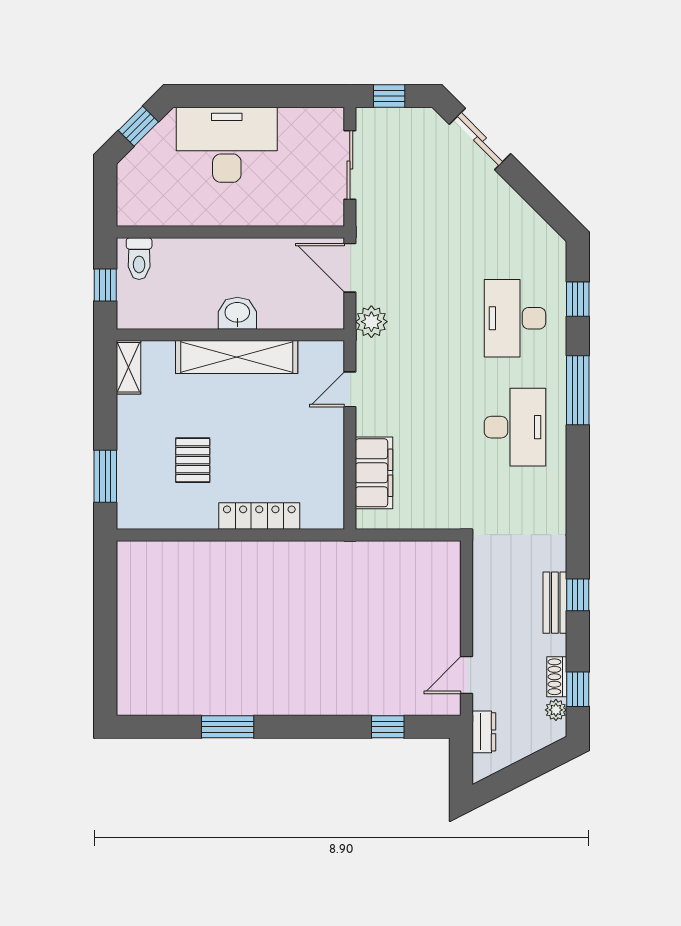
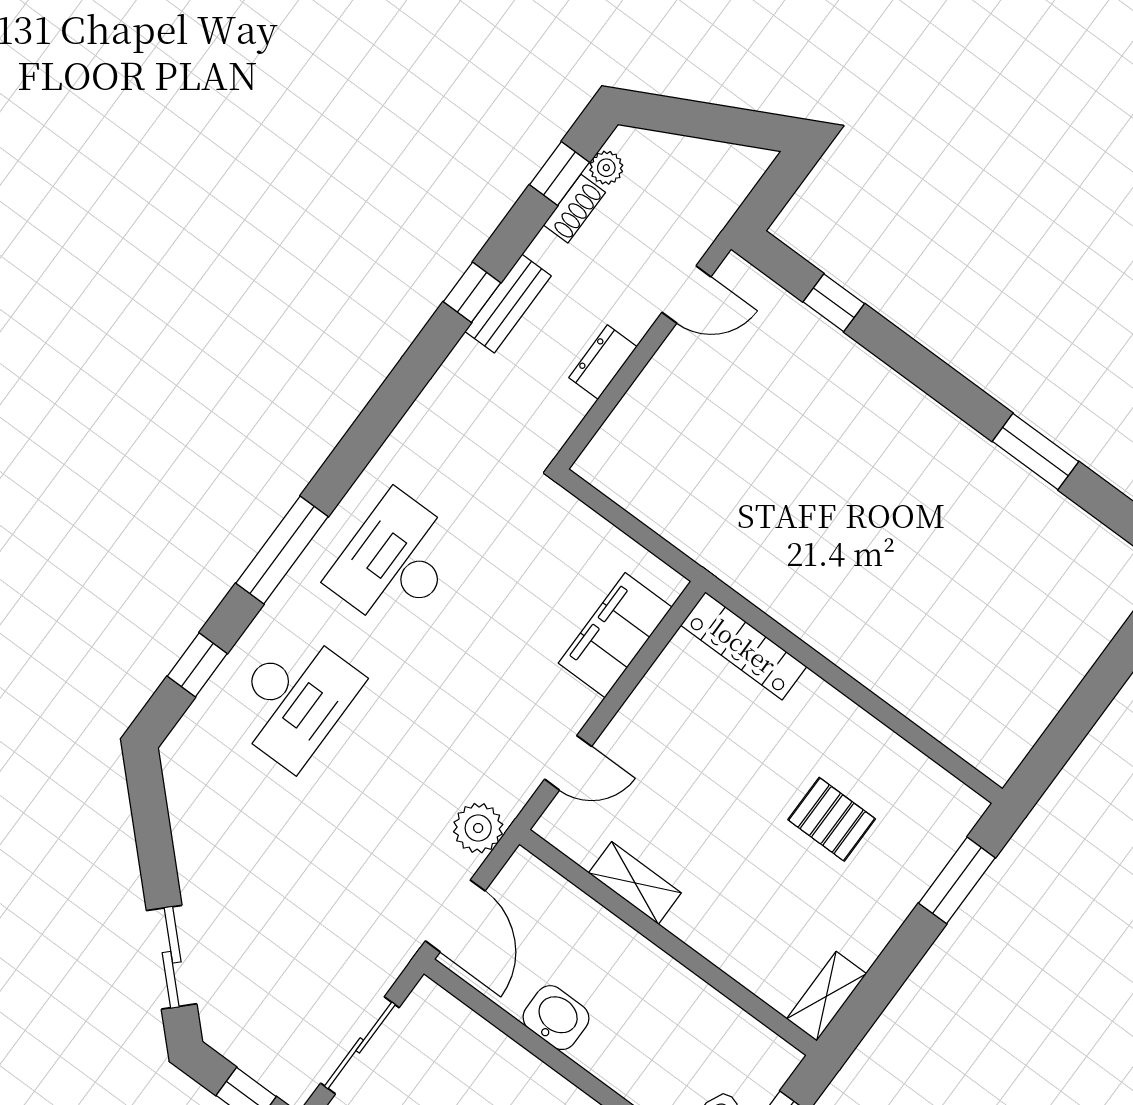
washbasin: (237, 313) -> (556, 1018), moved, turned 180
shelving: (237, 357) -> (635, 883), width x0.45, depth x0.75
pallet: (193, 460) -> (832, 819), turned 90
locker: (259, 516) -> (744, 646), moved
dresser: (484, 732) -> (603, 362), moved

